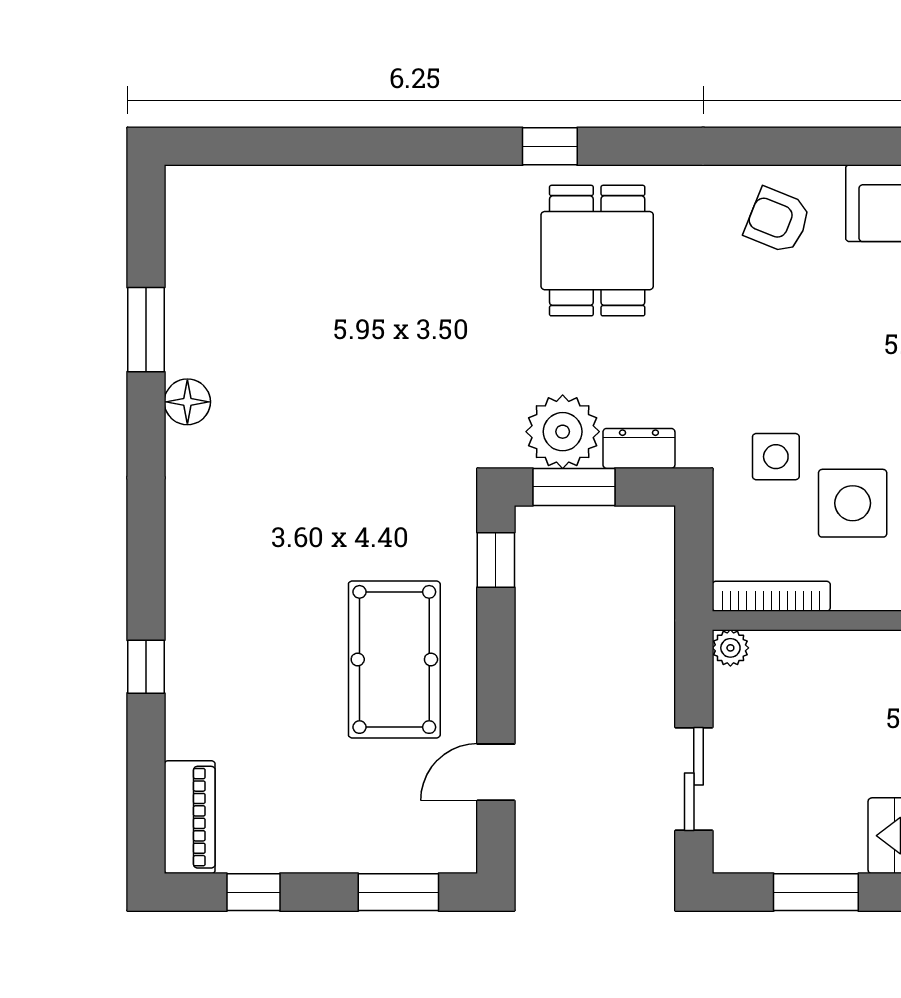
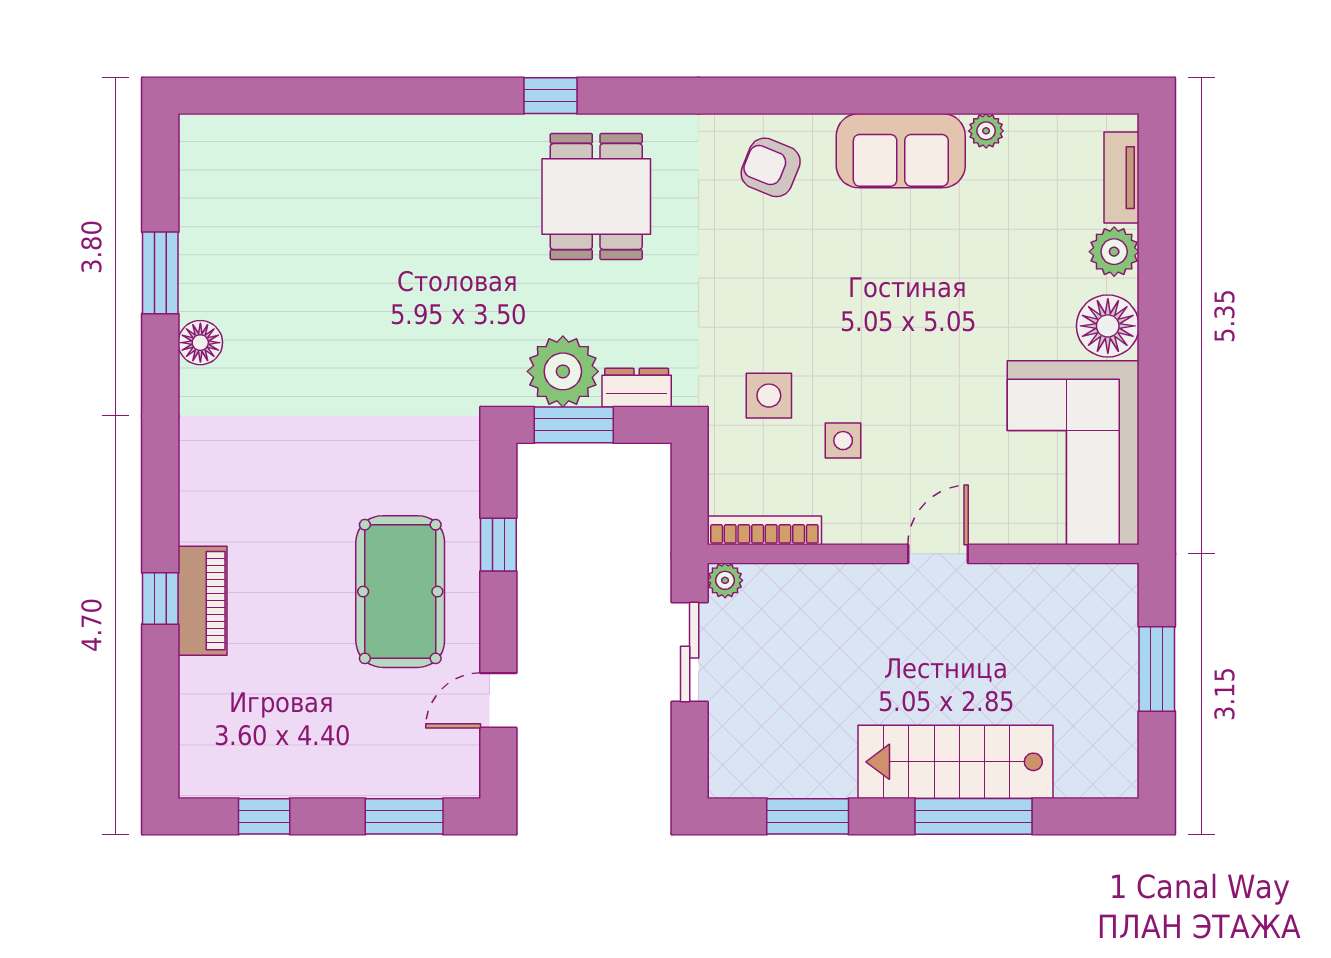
side table: (853, 503) -> (843, 441), width x0.54, depth x0.54
window: (496, 560) -> (498, 545), moved
sliding door: (694, 779) -> (690, 652), moved
piano: (190, 817) -> (203, 601), moved

